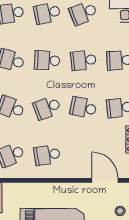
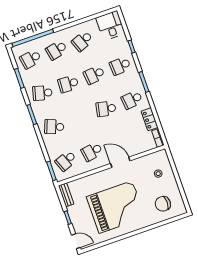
school desk: (47, 108) -> (80, 118), removed
door: (105, 180) -> (120, 162), moved

